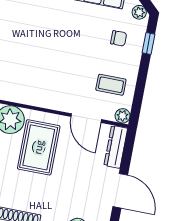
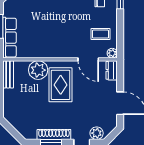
dresser: (116, 147) -> (112, 70), width x0.70

